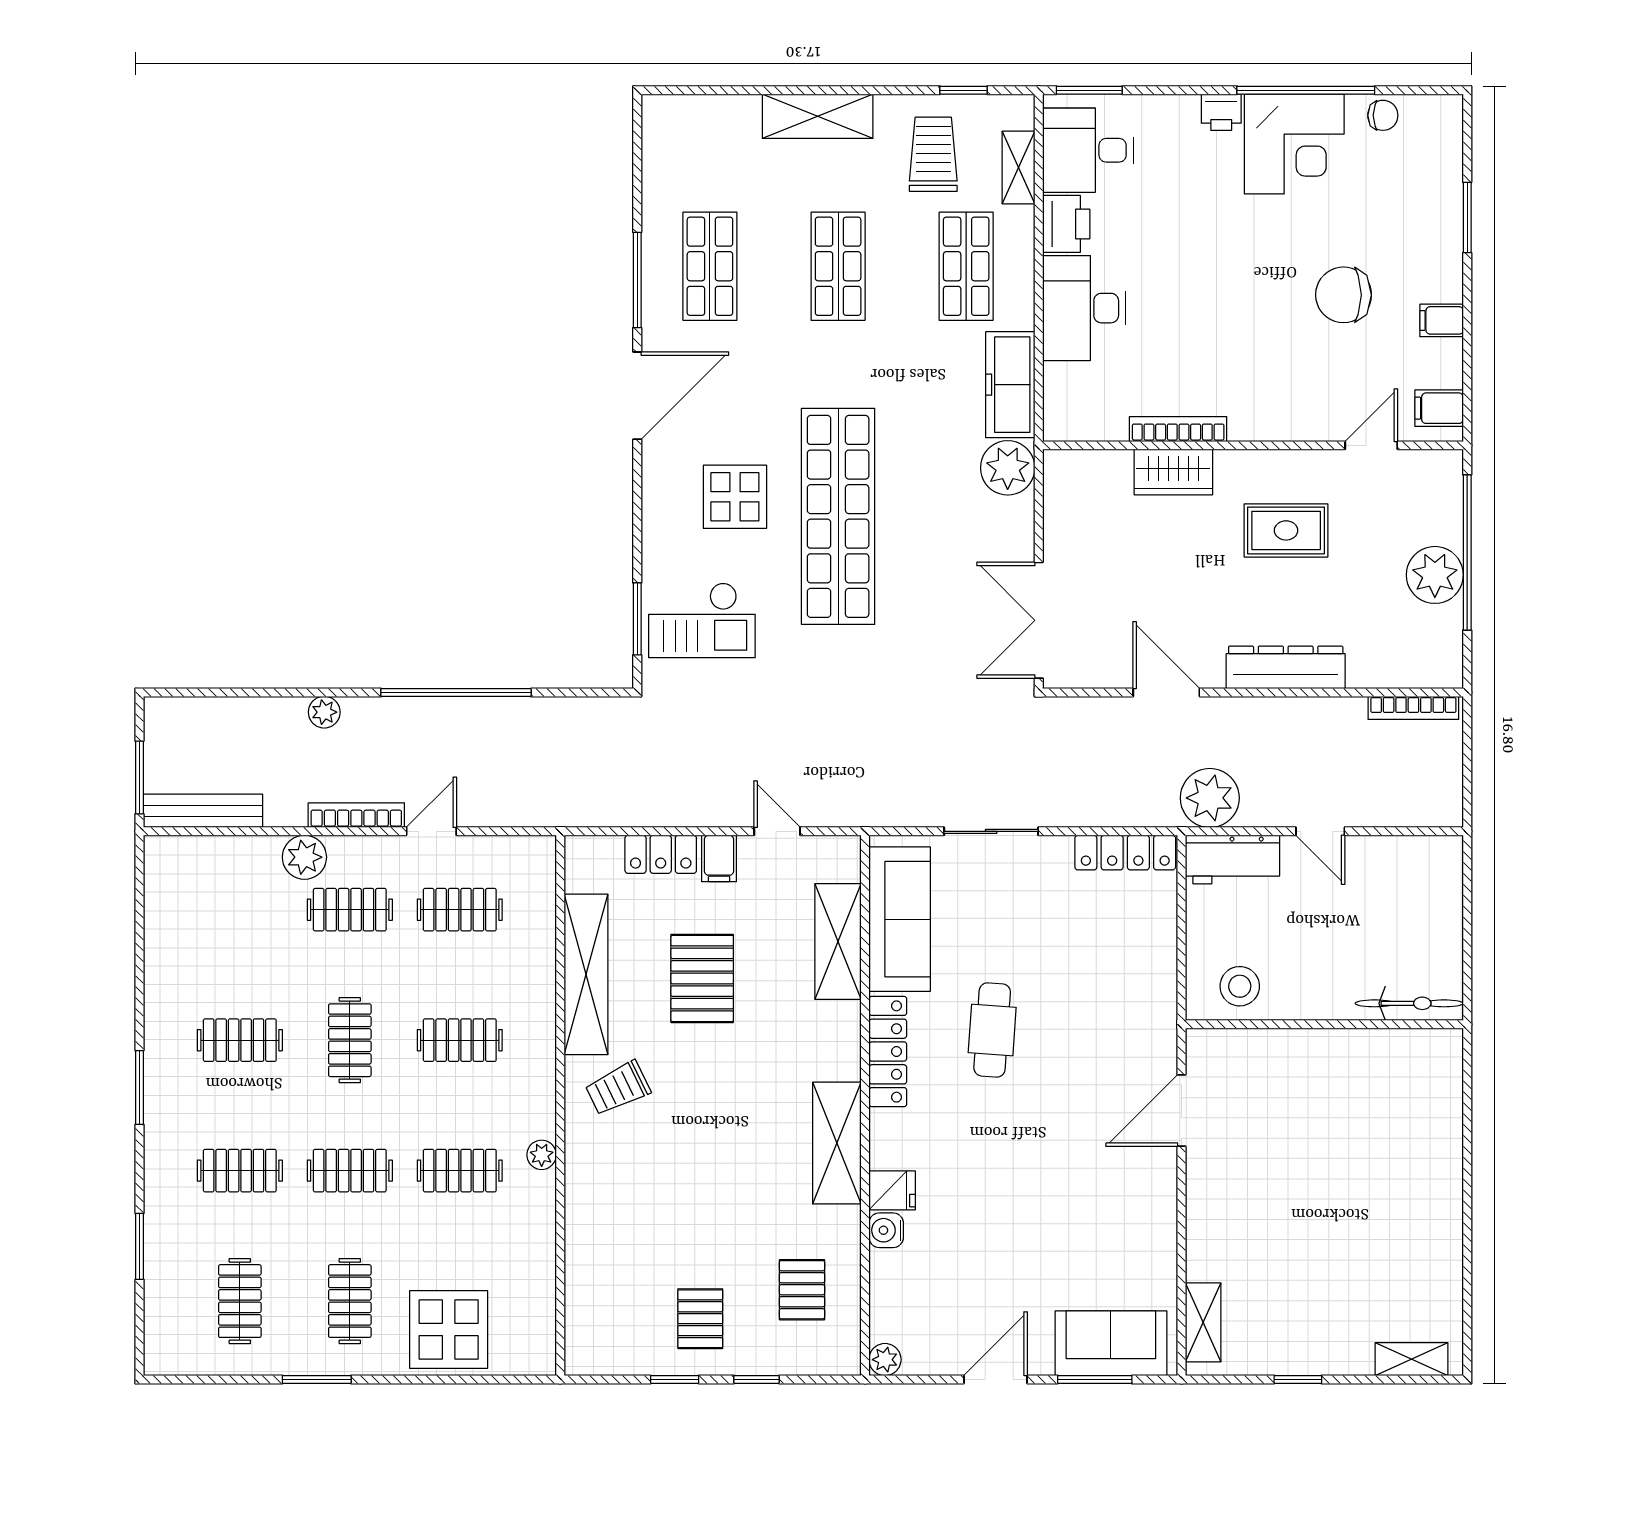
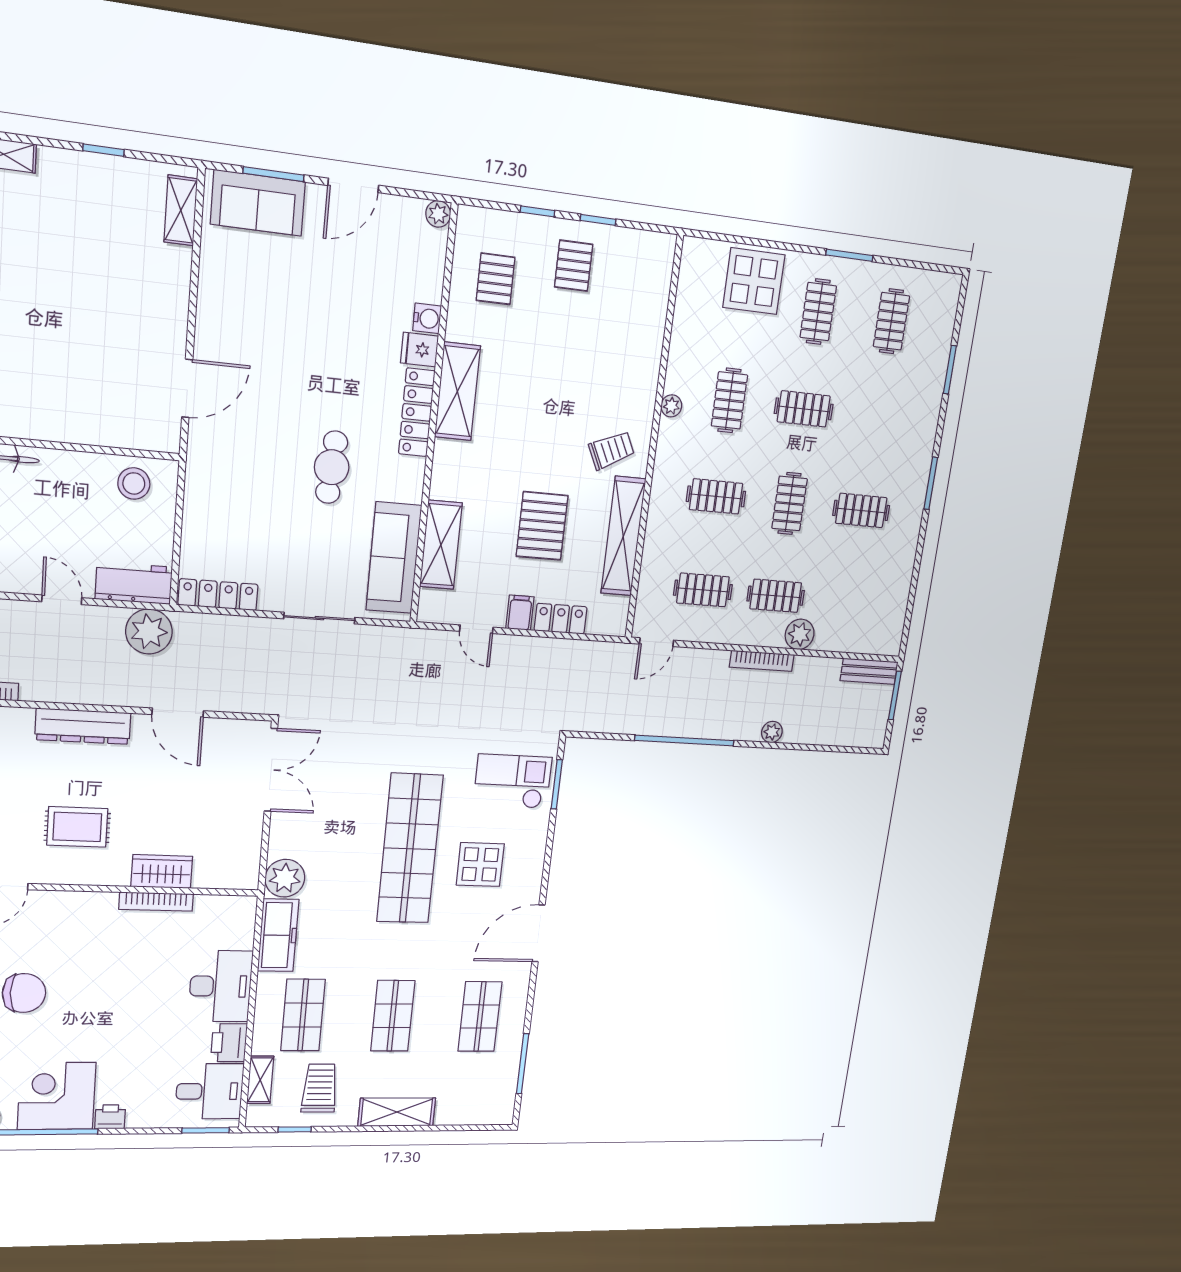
trolley: (933, 154) -> (320, 1088), turned 180
window: (637, 280) -> (523, 1064), moved
bench: (203, 811) -> (869, 671), width x0.73
door: (431, 831) -> (656, 642), moved
locker: (888, 1052) -> (417, 412), moved
clothes rail: (240, 1171) -> (876, 417), removed
clothes rail: (460, 1171) -> (729, 400), turned 90

